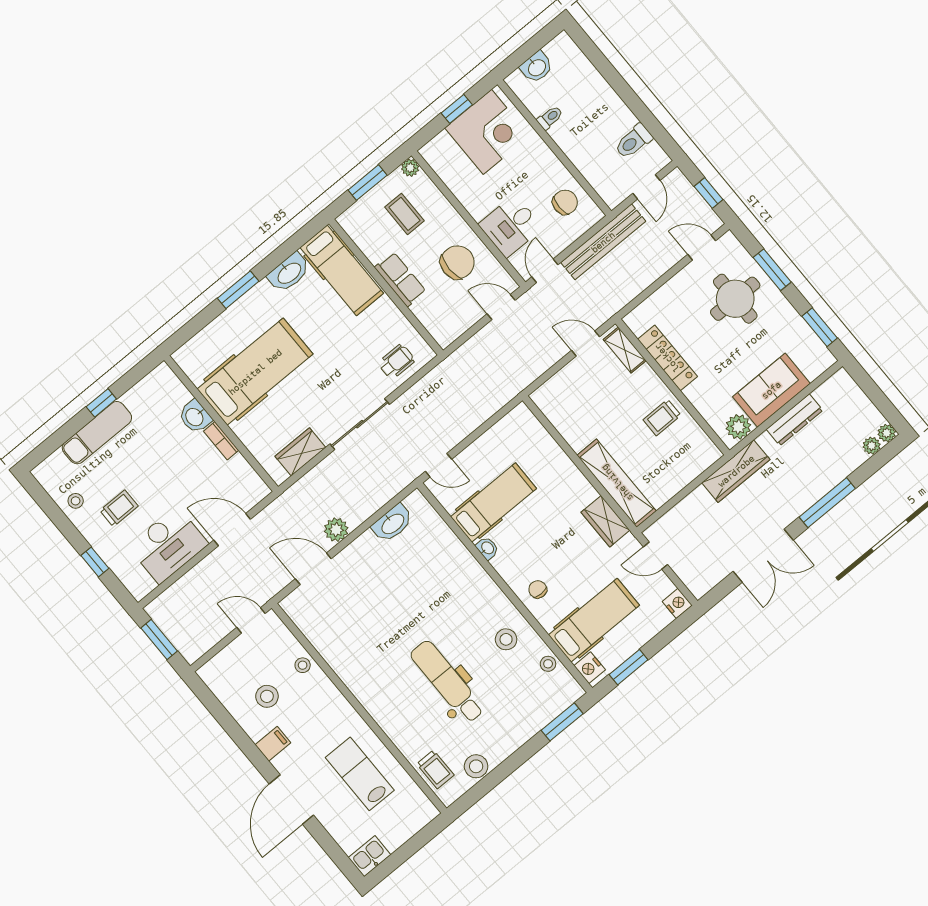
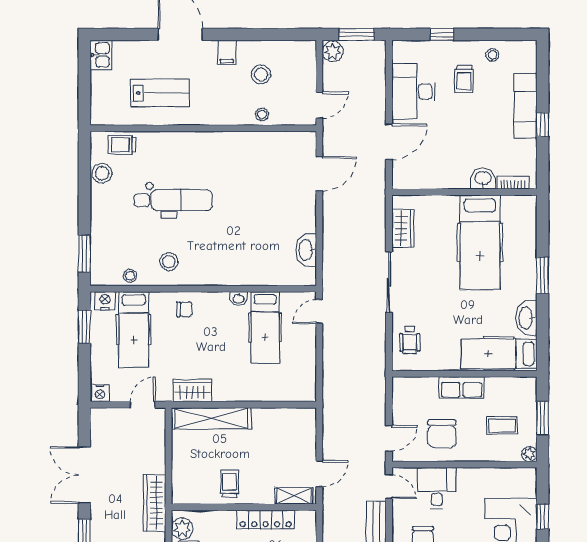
bookcase: (221, 441) -> (513, 183), moved
plant: (336, 530) -> (333, 52), moved

